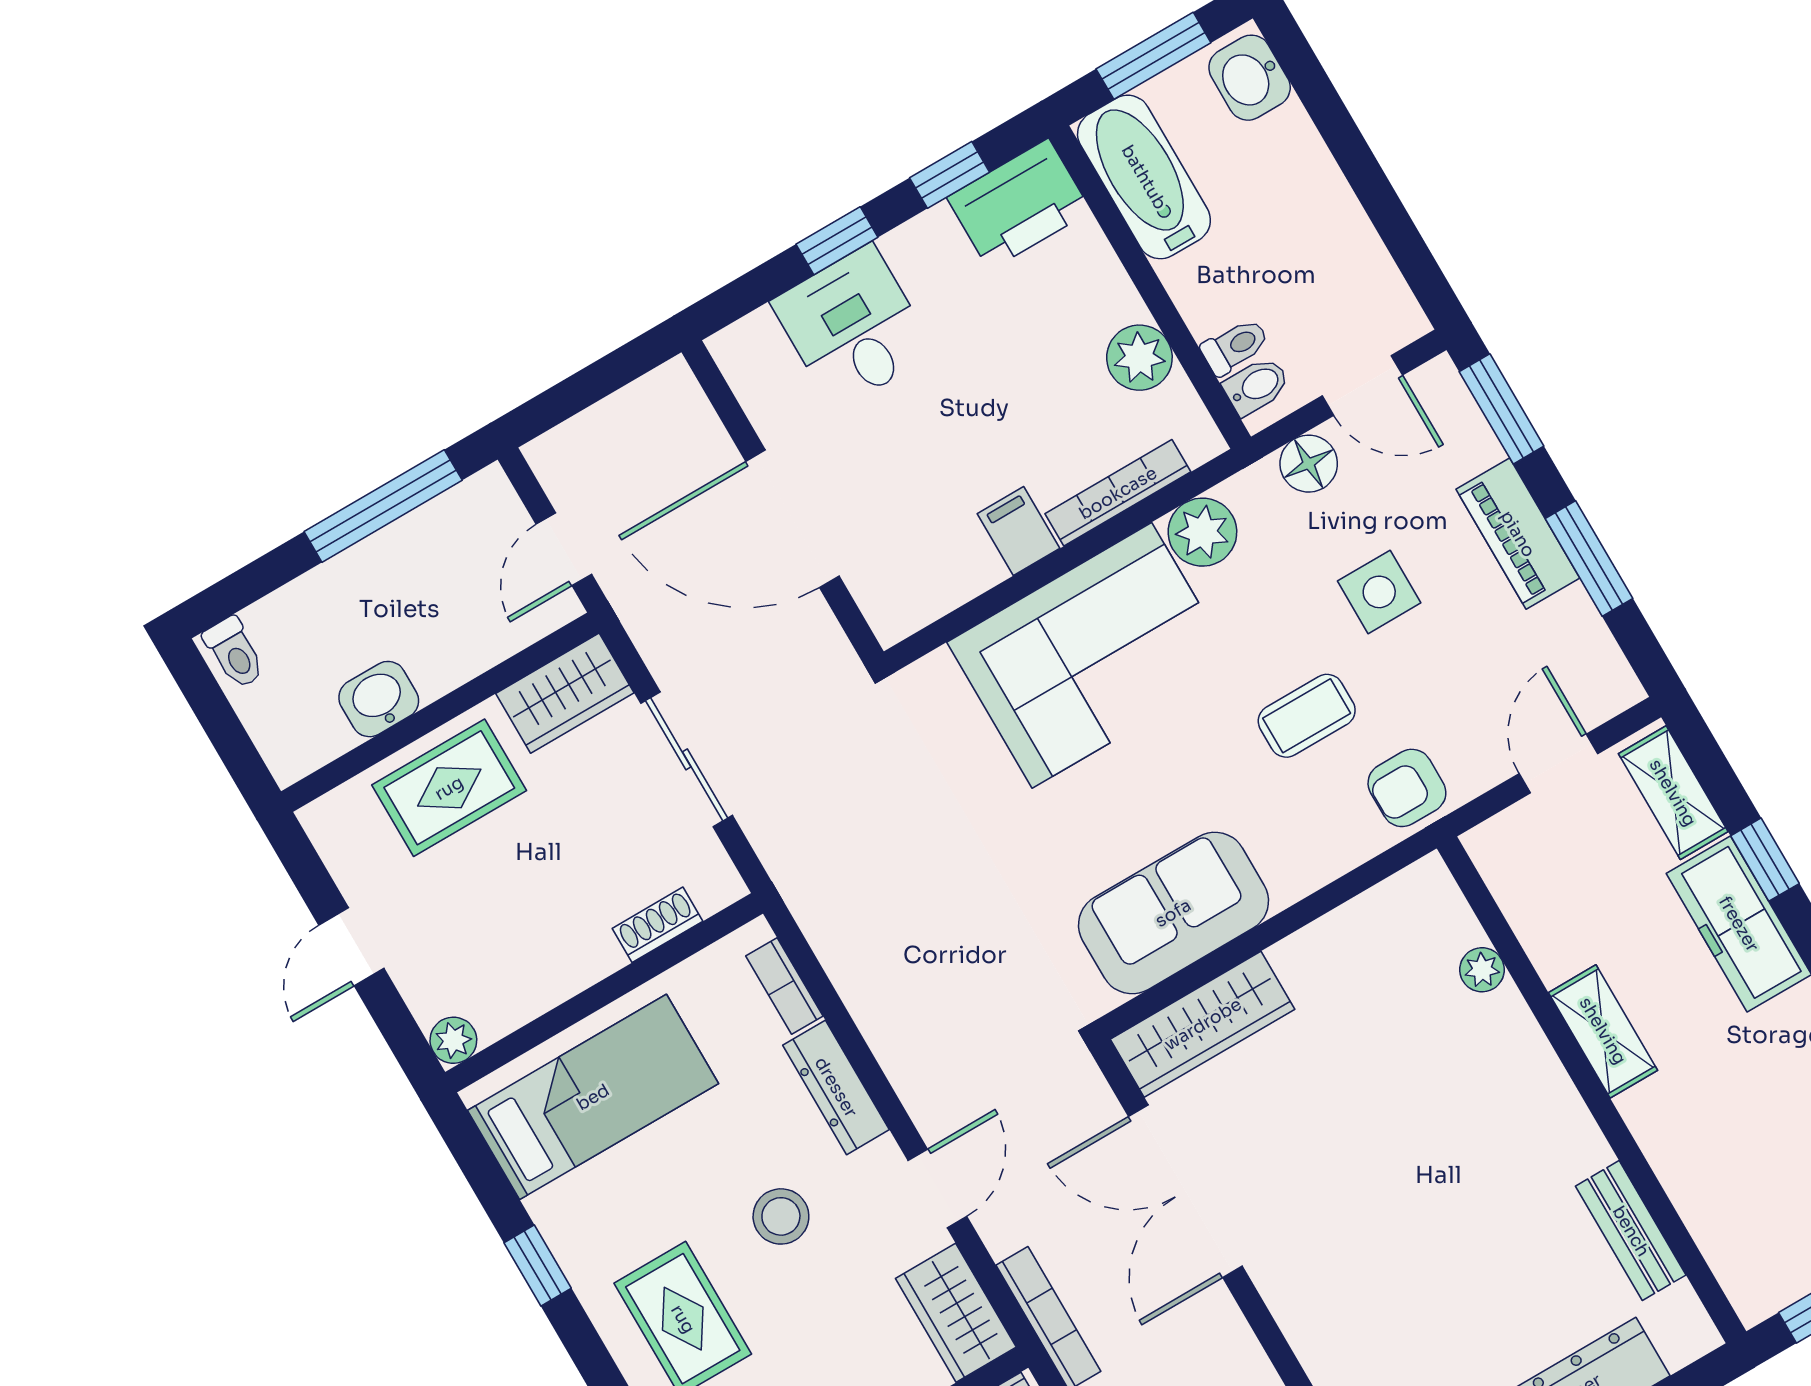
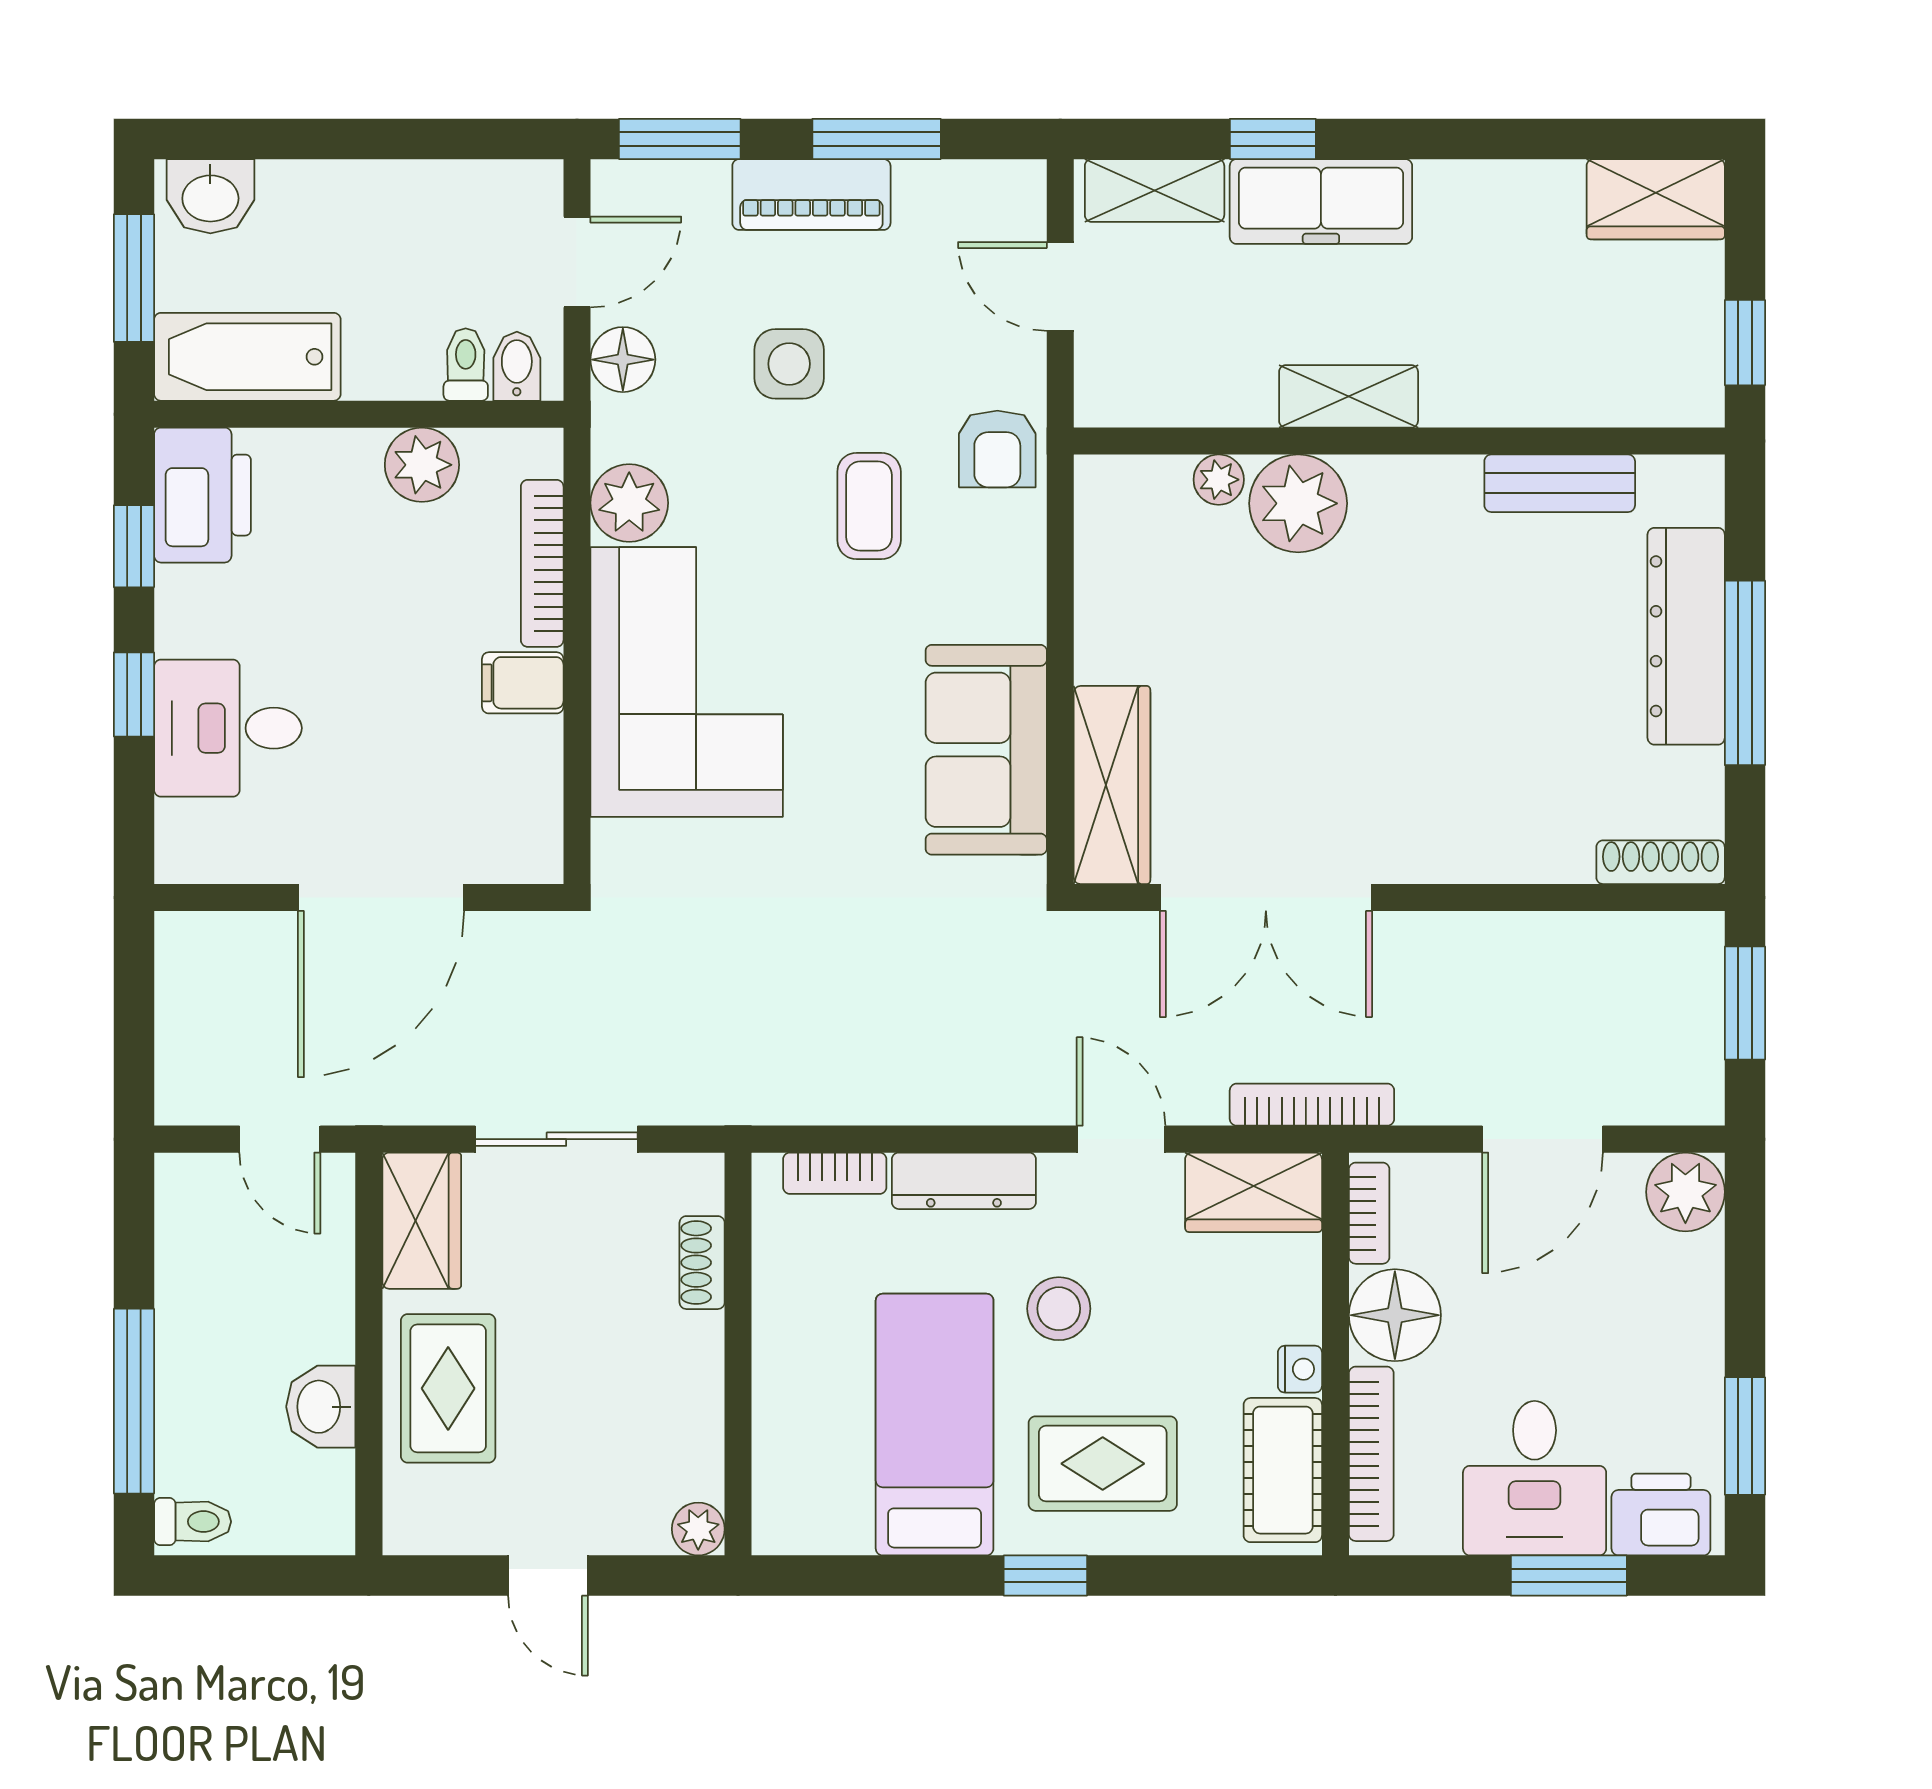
window: (383, 506) -> (134, 1401), moved
plant: (1499, 1041) -> (1298, 503), added
bed: (593, 1097) -> (935, 1425), moved
window: (538, 1266) -> (1045, 1575), moved

